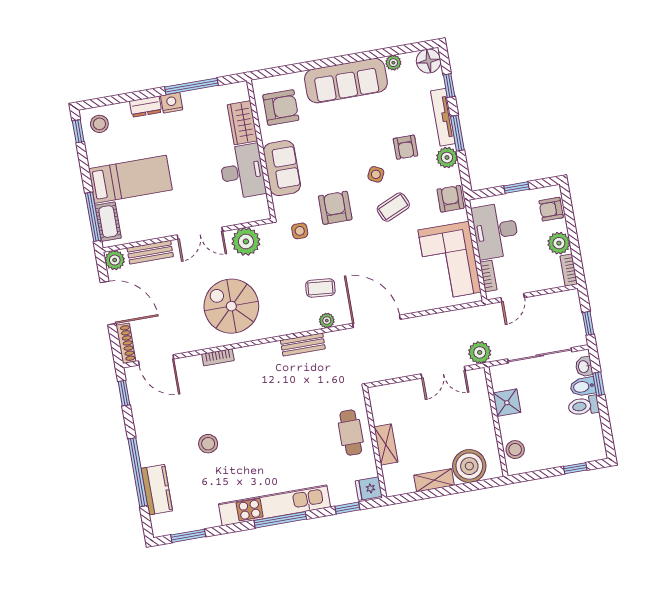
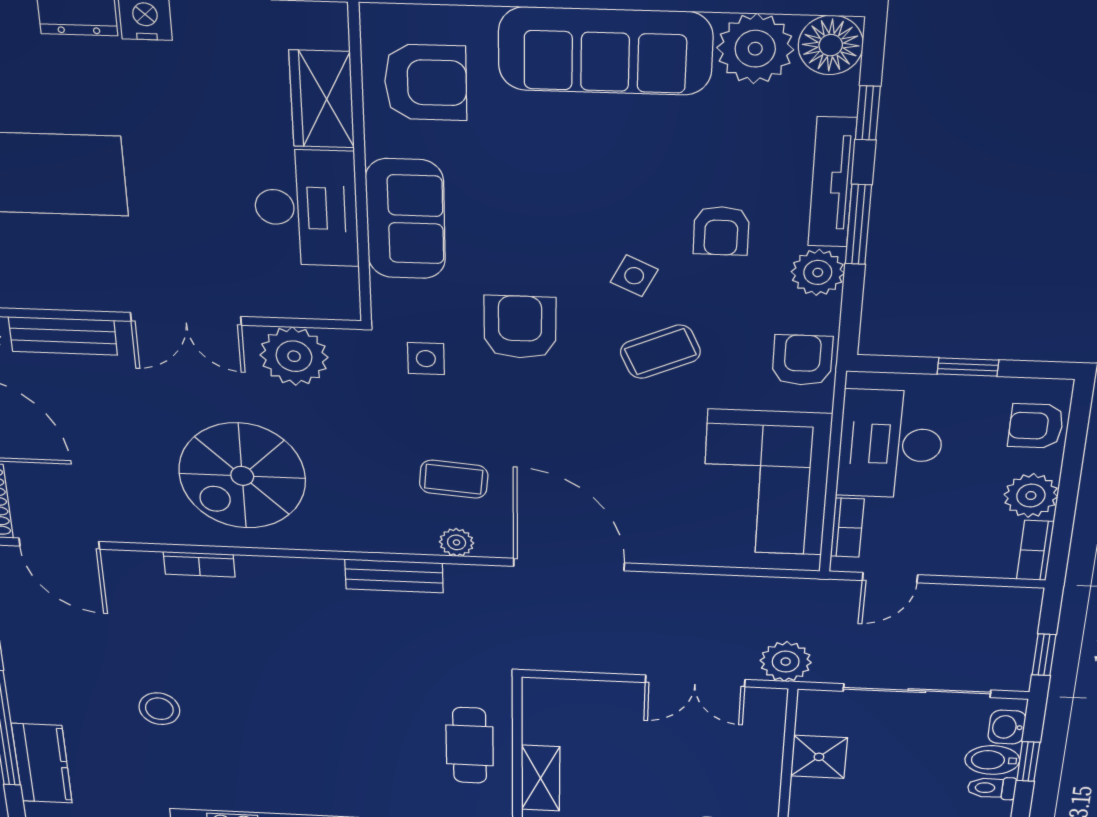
plant: (393, 63) -> (755, 49), width x1.88, depth x1.88
spiral stairs: (231, 306) -> (242, 476), turned -90
toilet: (584, 406) -> (992, 788), width x0.73, depth x0.72

